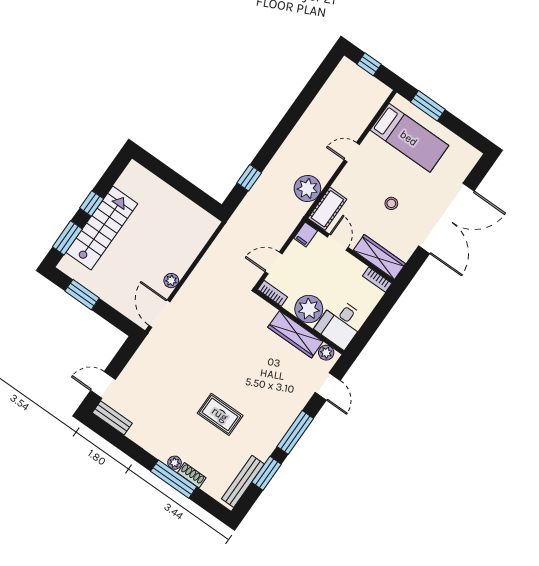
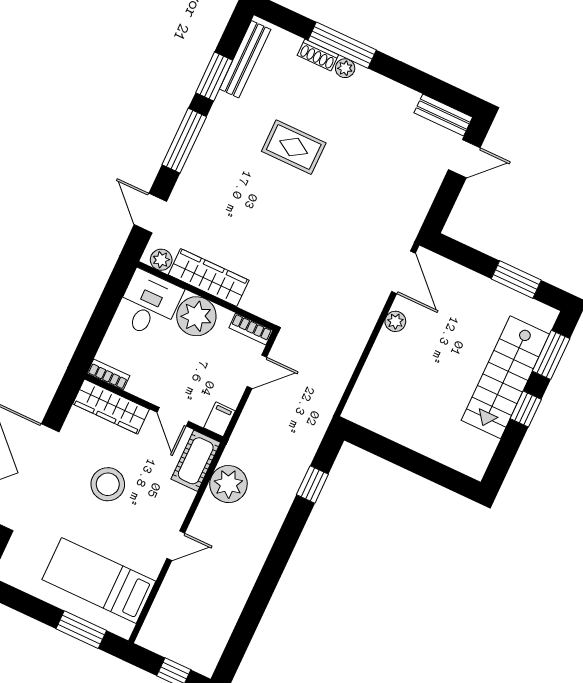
stool: (391, 203) -> (108, 484), width x1.89, depth x1.89

